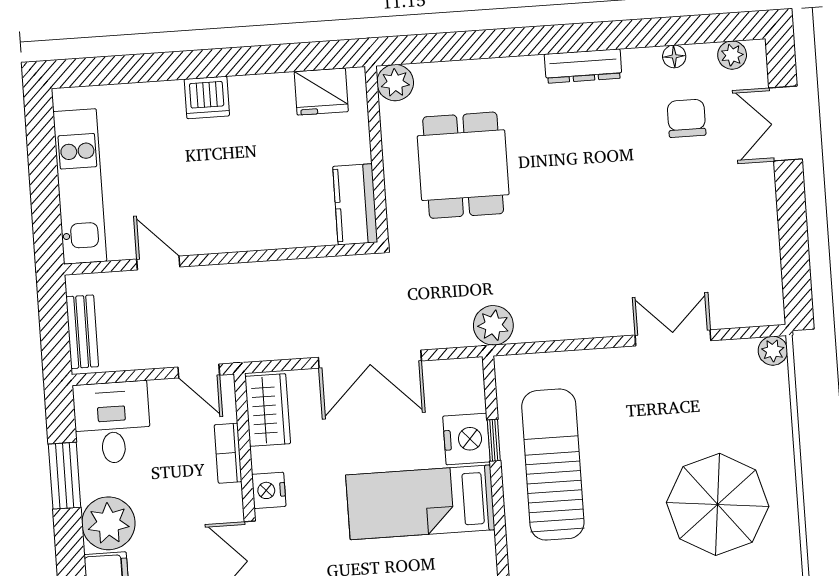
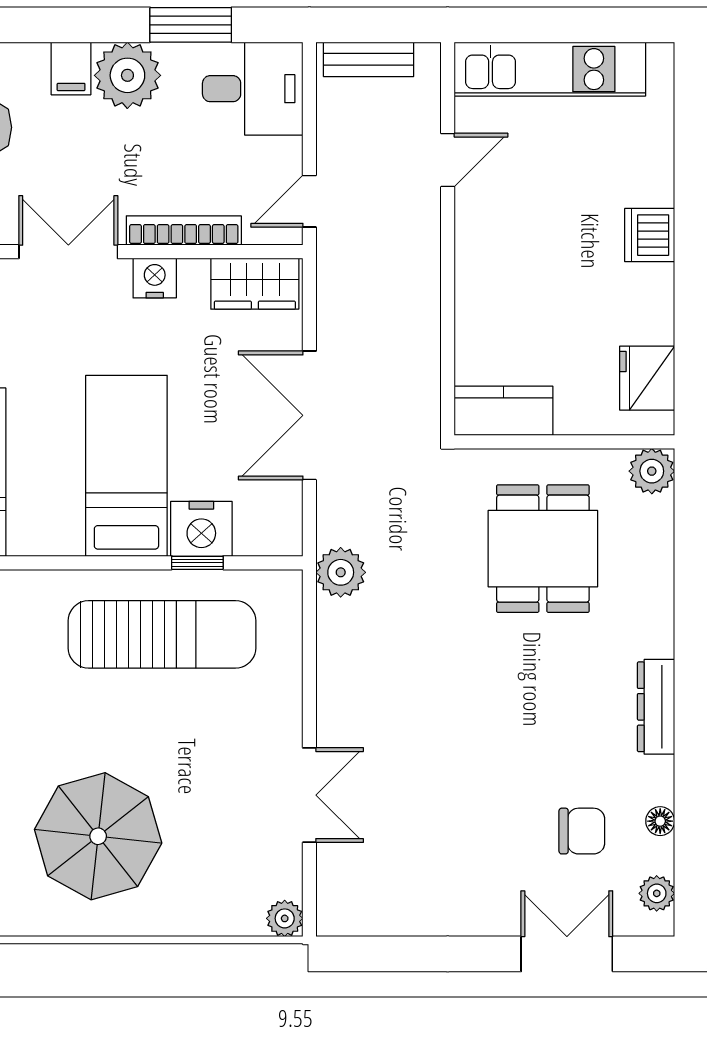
dining table: (463, 165) -> (543, 549), turned 90
bookcase: (228, 453) -> (184, 231), width x1.56

